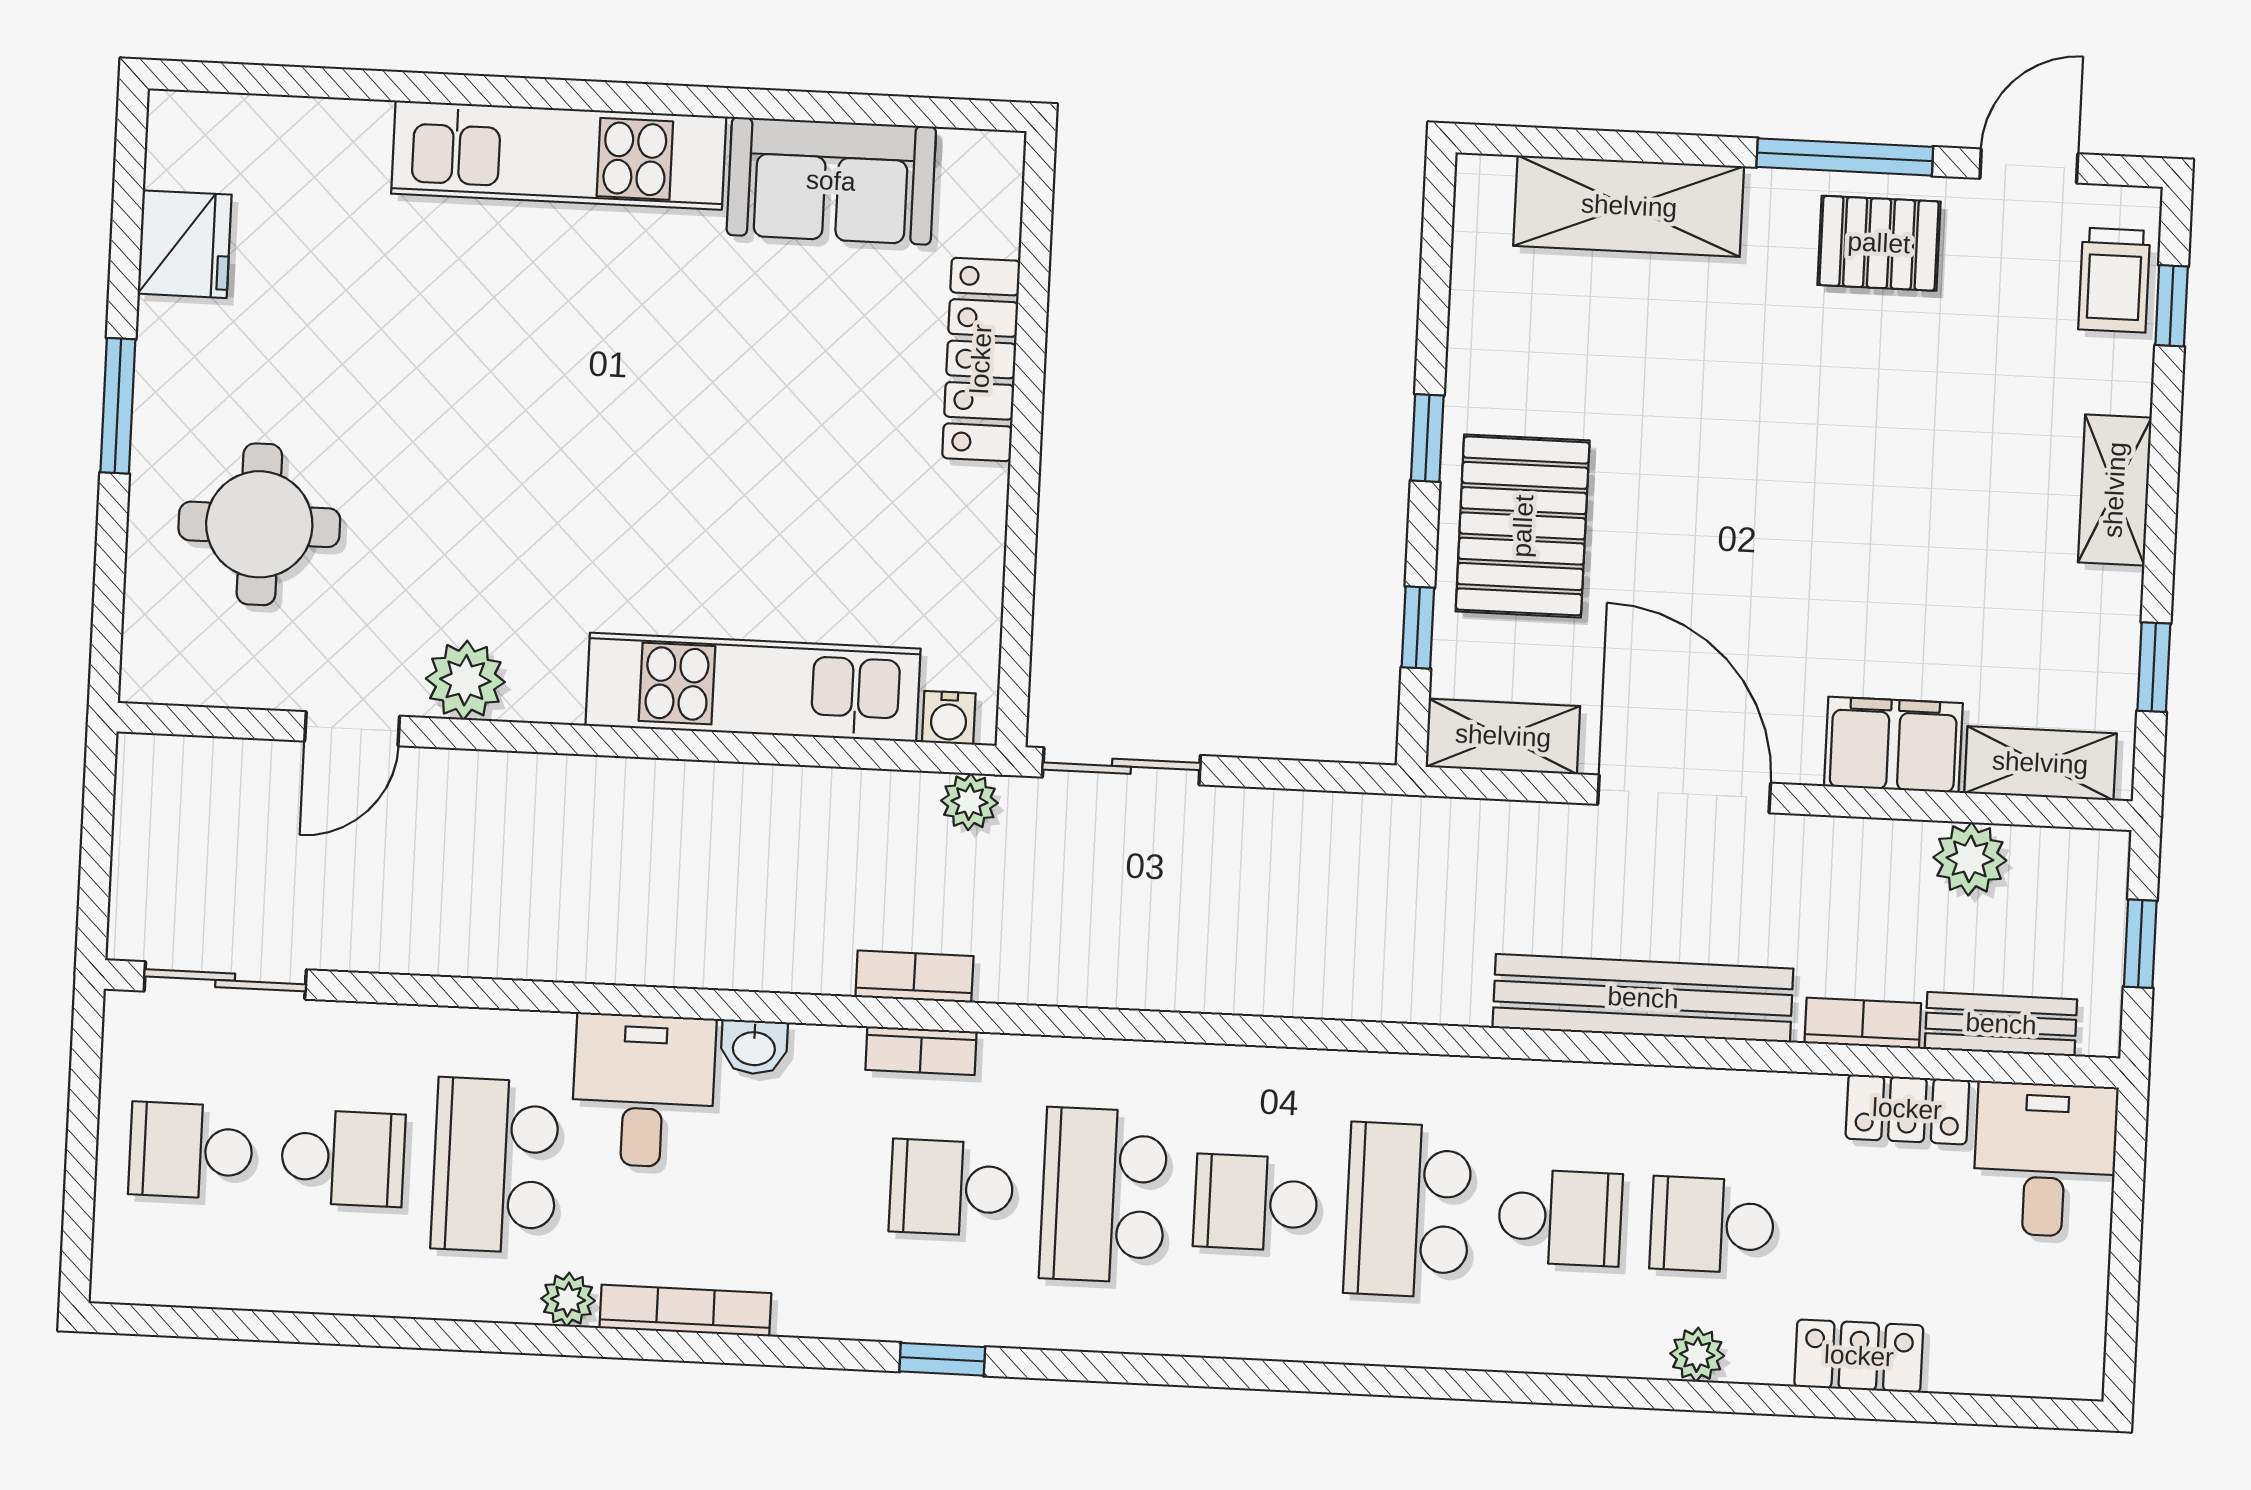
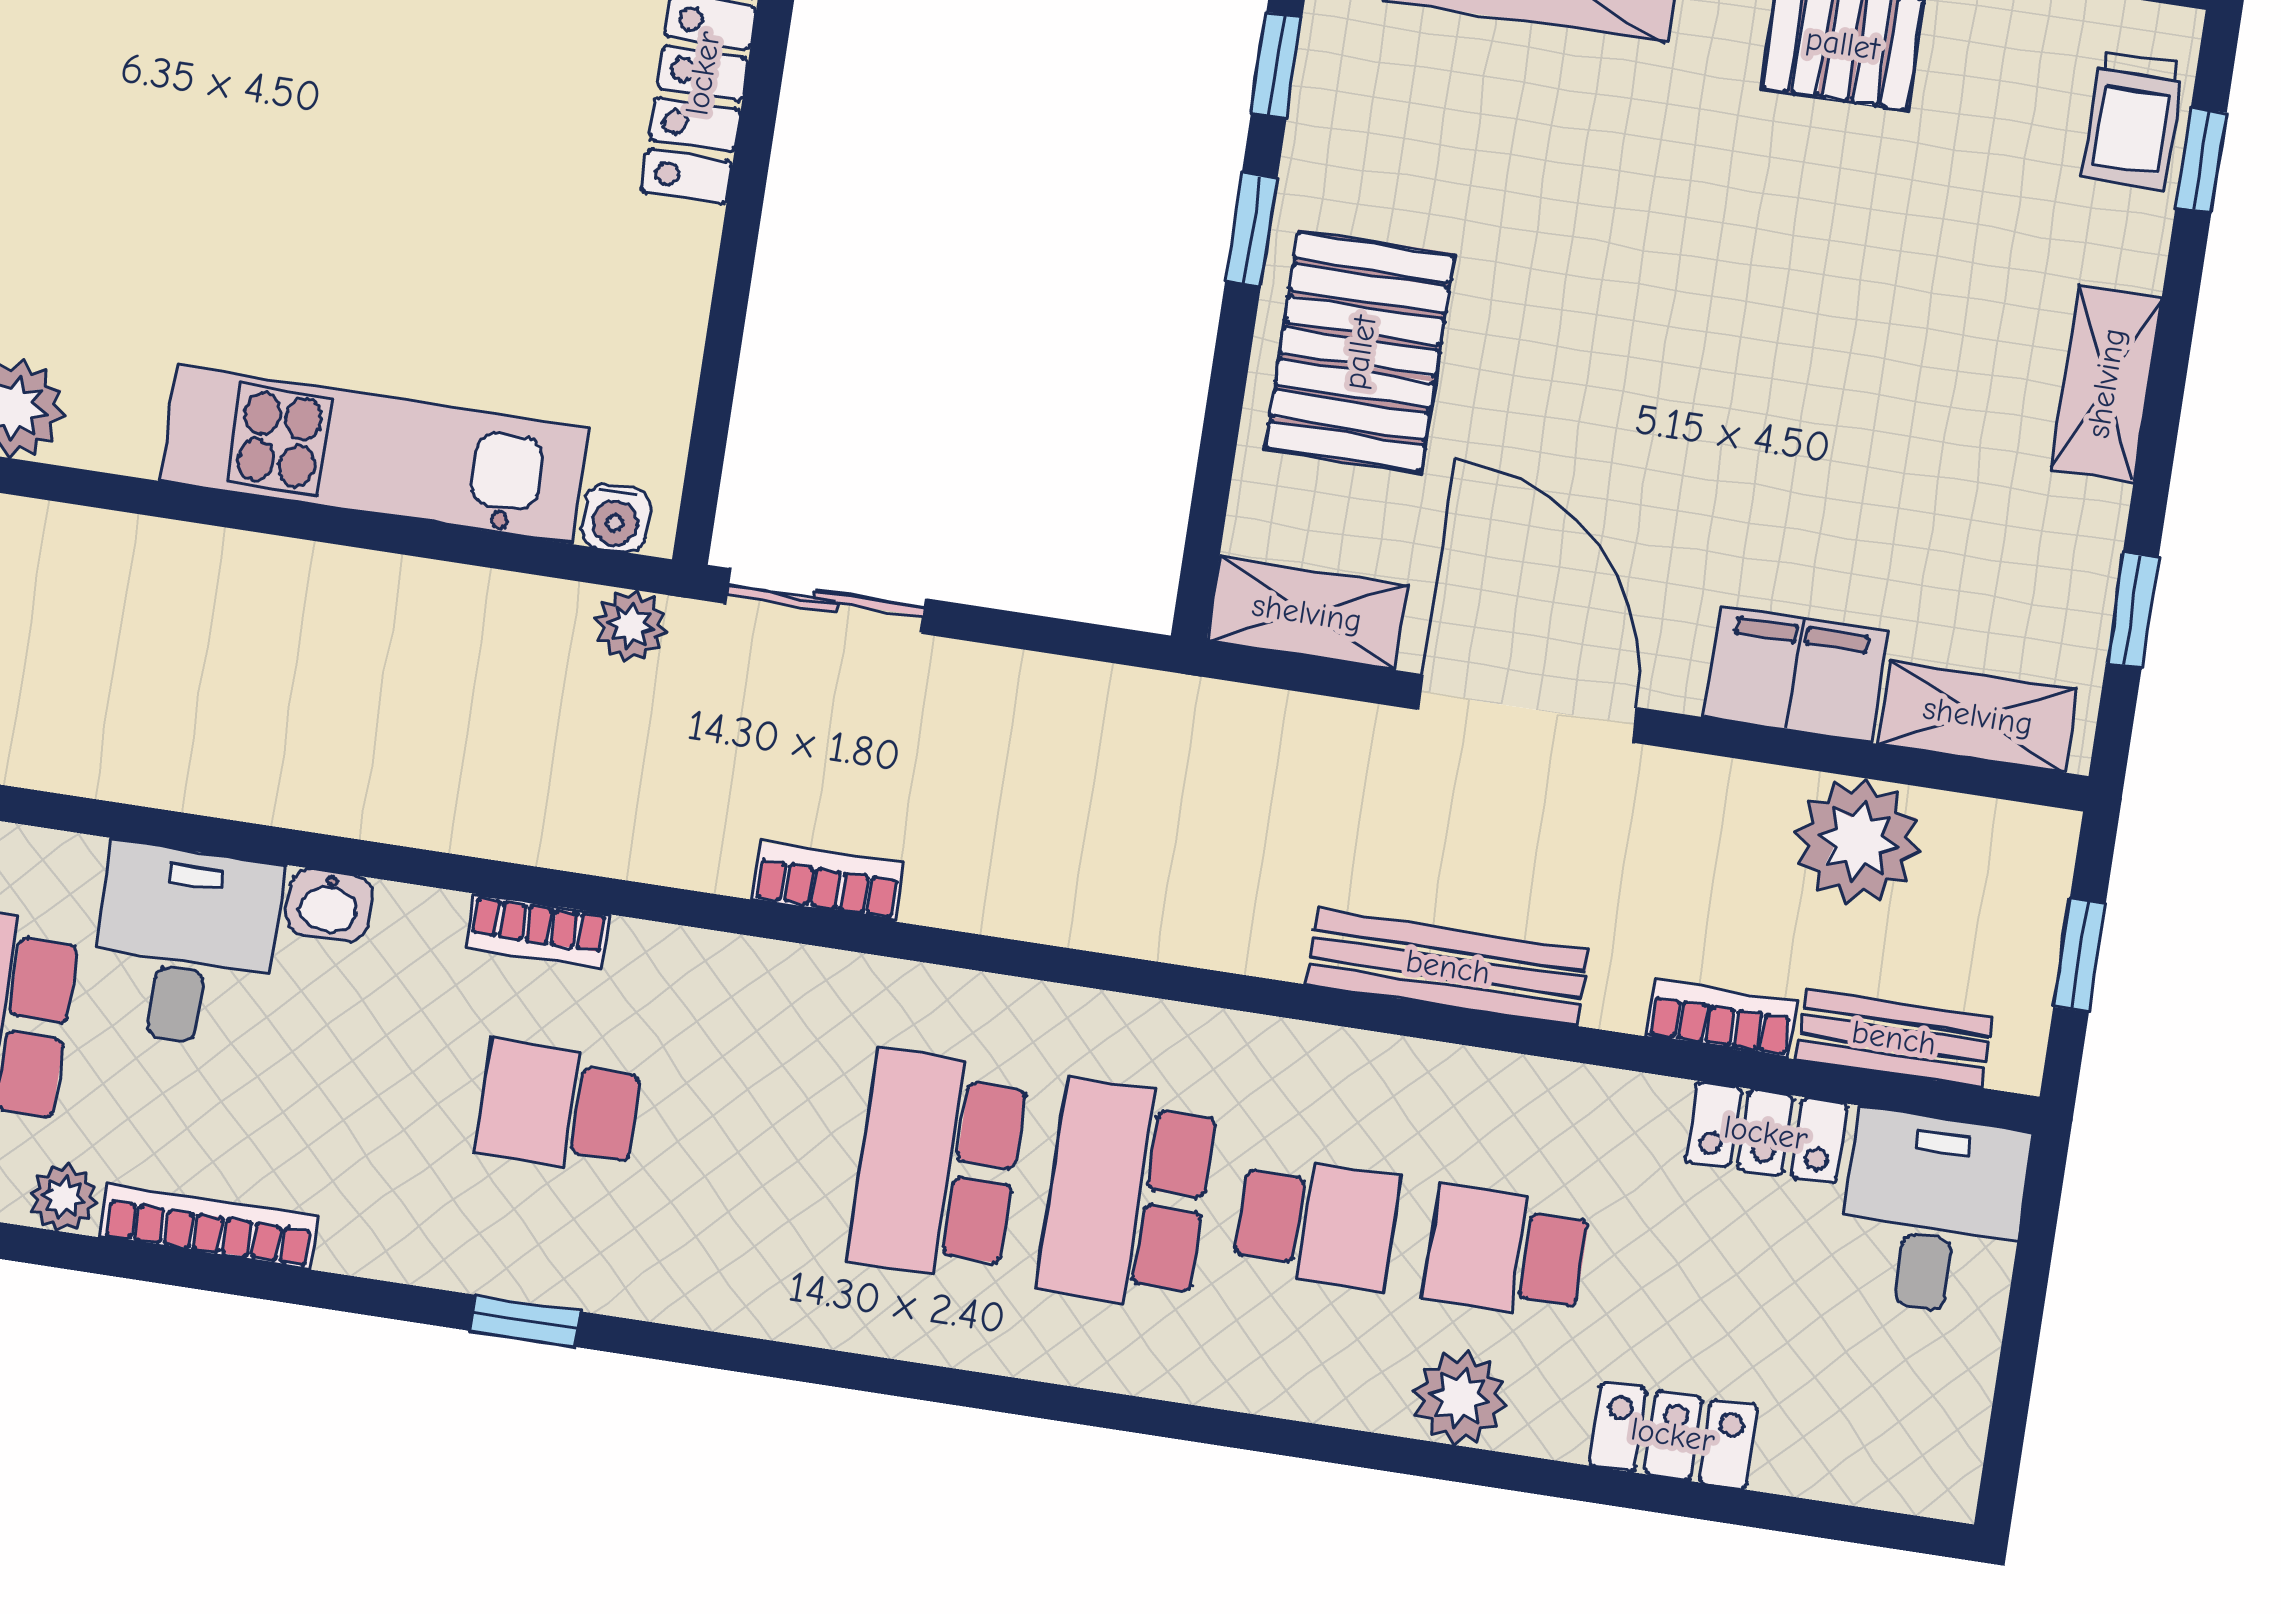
window: (1418, 628) -> (1277, 65), moved
plant: (1970, 859) -> (1858, 841), width x1.36, depth x1.36
bookcase: (914, 976) -> (828, 882), moved
bench: (1643, 998) -> (1448, 967), width x0.73, depth x0.82
school desk: (1104, 1195) -> (748, 1136), removed
school desk: (1256, 1203) -> (938, 1165), width x1.85
plant: (1697, 1355) -> (1460, 1398), width x1.38, depth x1.38

